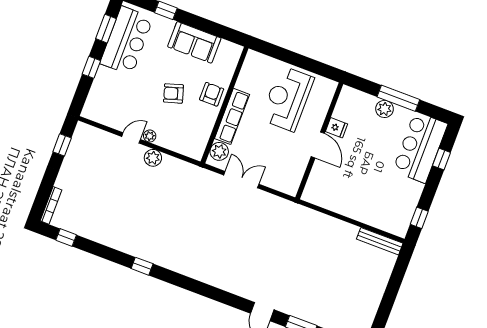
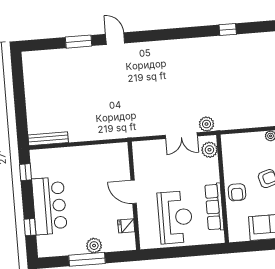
row of seats: (232, 116) -> (214, 207), moved
fridge: (336, 128) -> (126, 226), moved
bar counter: (420, 147) -> (49, 206), moved
plant: (153, 158) -> (206, 124), moved

